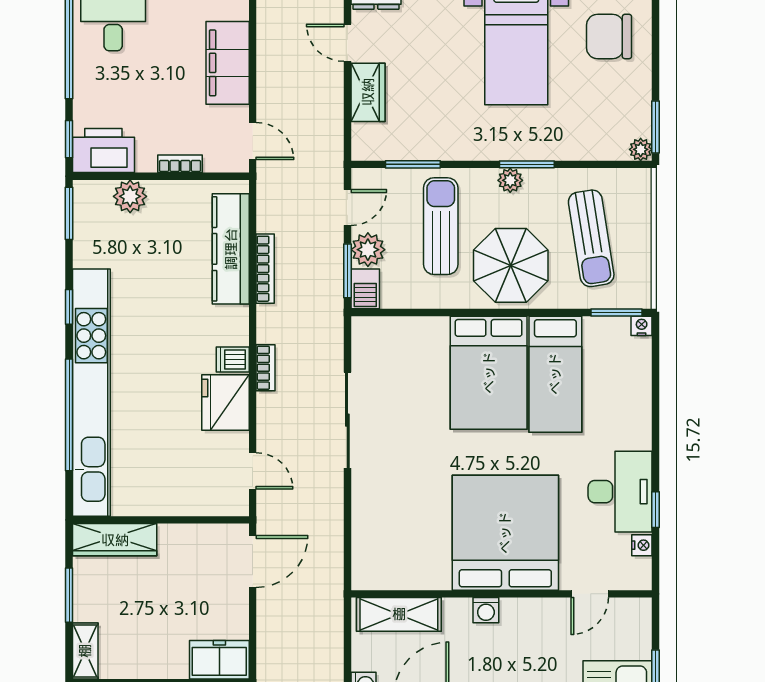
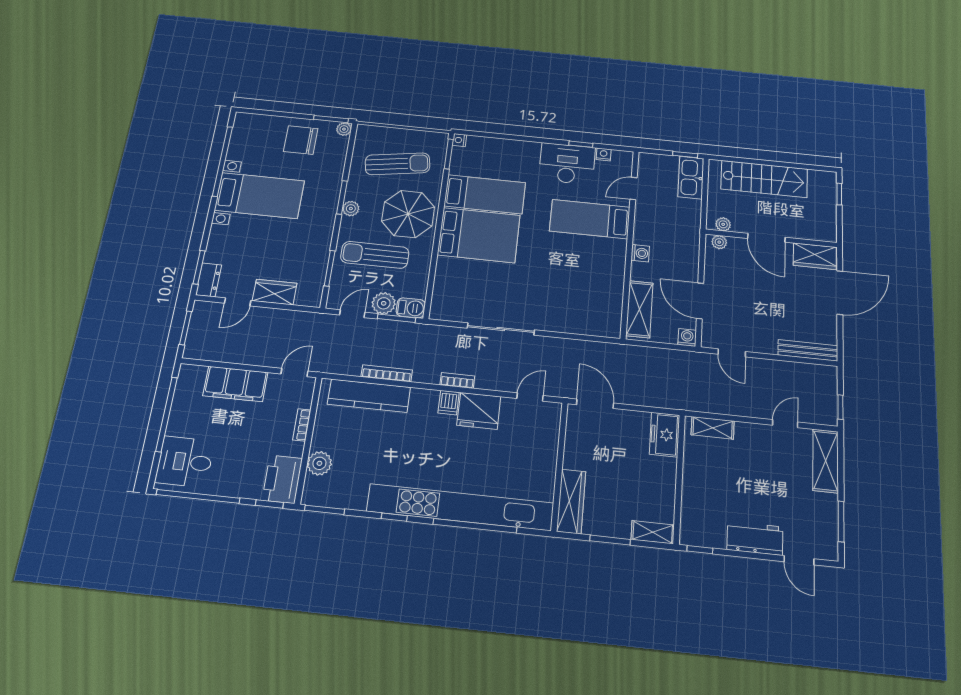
chair: (609, 37) -> (301, 140), moved, turned 90
door: (347, 208) -> (352, 314), hinge flipped
bed: (505, 533) -> (590, 219), width x0.49
door: (590, 594) -> (633, 189), swing flipped

